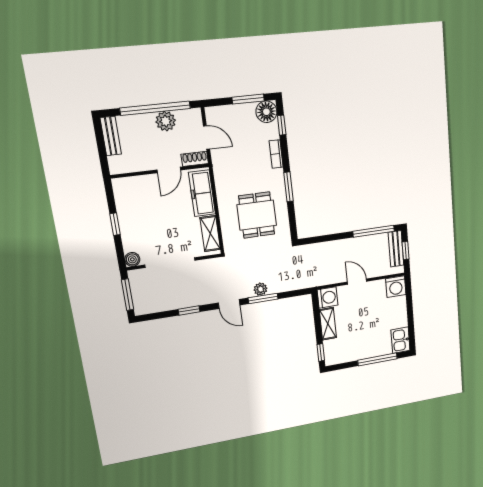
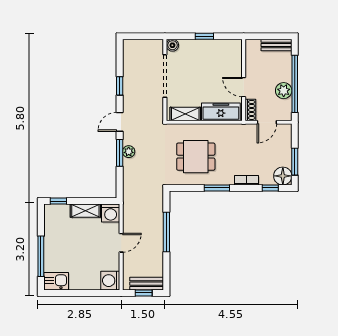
window: (374, 231) -> (166, 232), moved
window: (128, 295) -> (142, 36), removed

